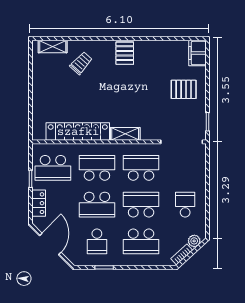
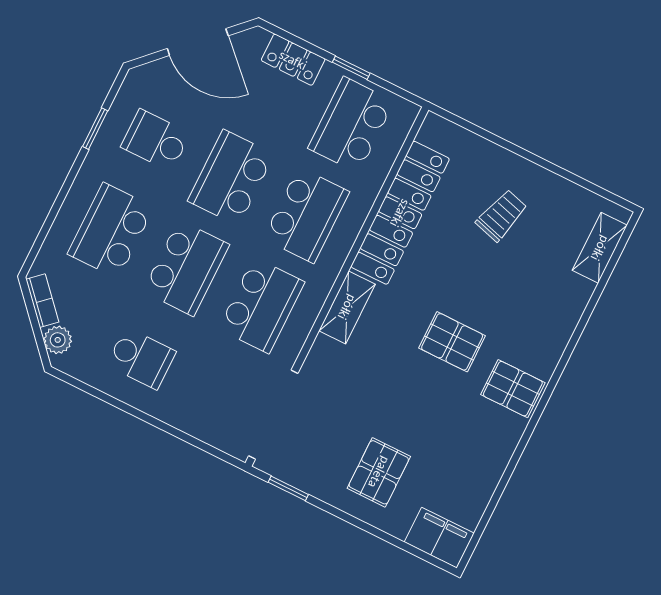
trolley: (81, 63) -> (502, 215), moved, turned -116
pallet: (118, 86) -> (452, 342), added

